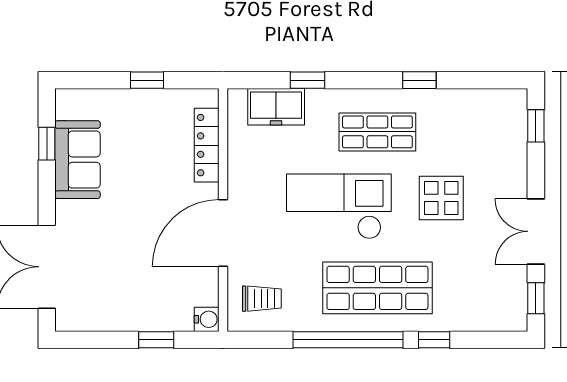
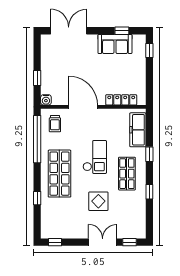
window: (147, 80) -> (149, 51), moved
window: (307, 80) -> (149, 154), moved
freezer: (276, 107) -> (138, 130), width x1.40
checkout: (339, 206) -> (95, 157), width x0.73, depth x0.83
double door: (536, 231) -> (103, 242), moved
window: (348, 340) -> (37, 139), moved

